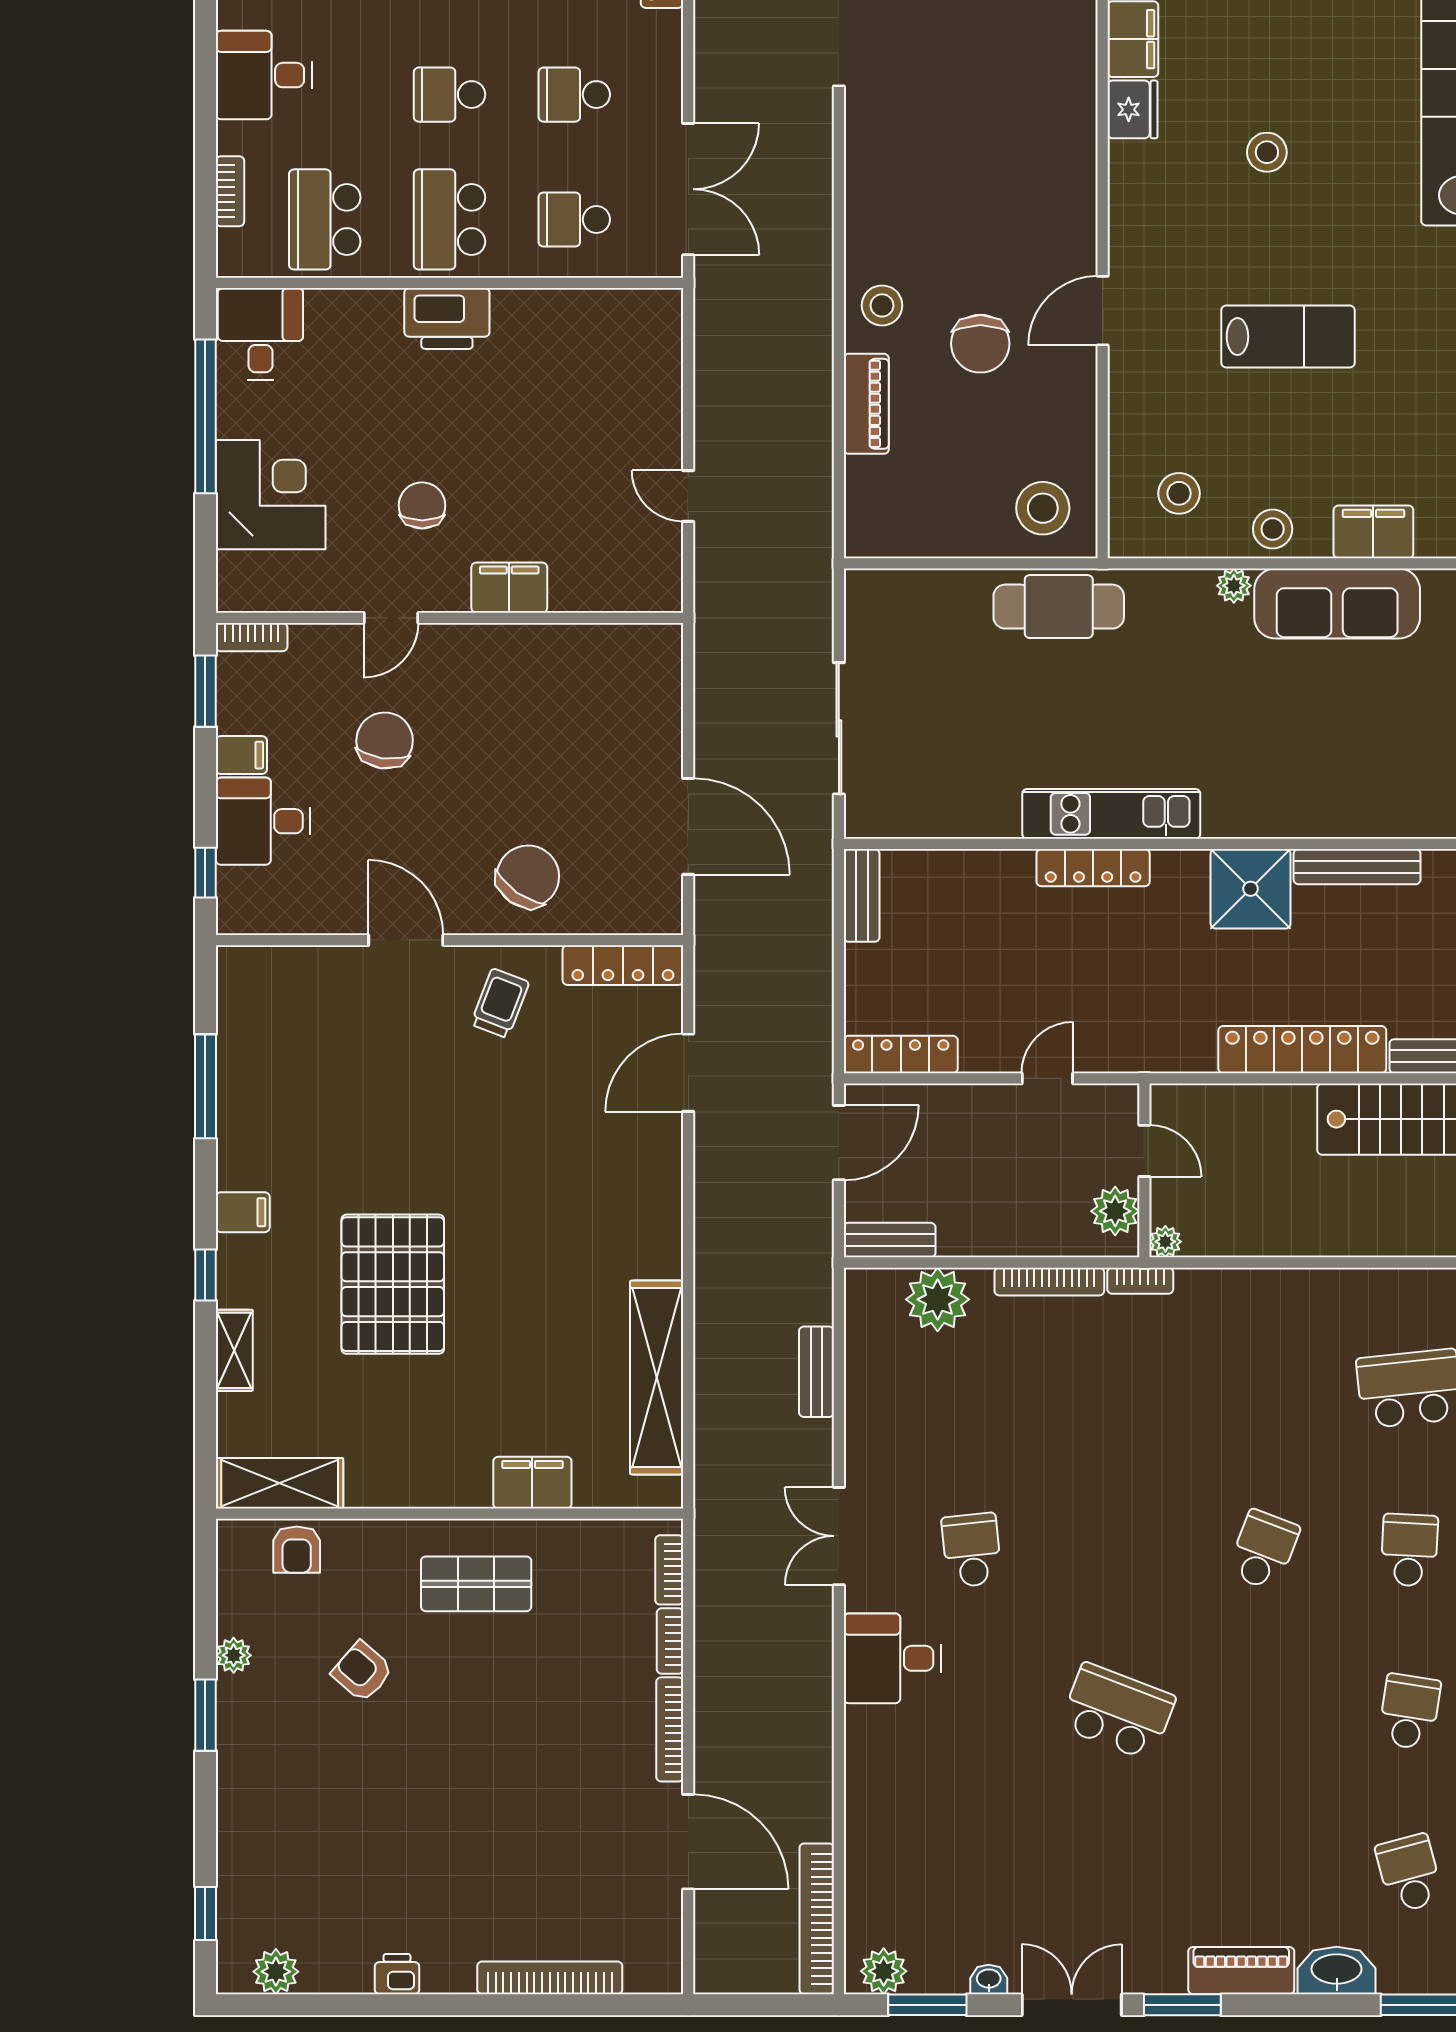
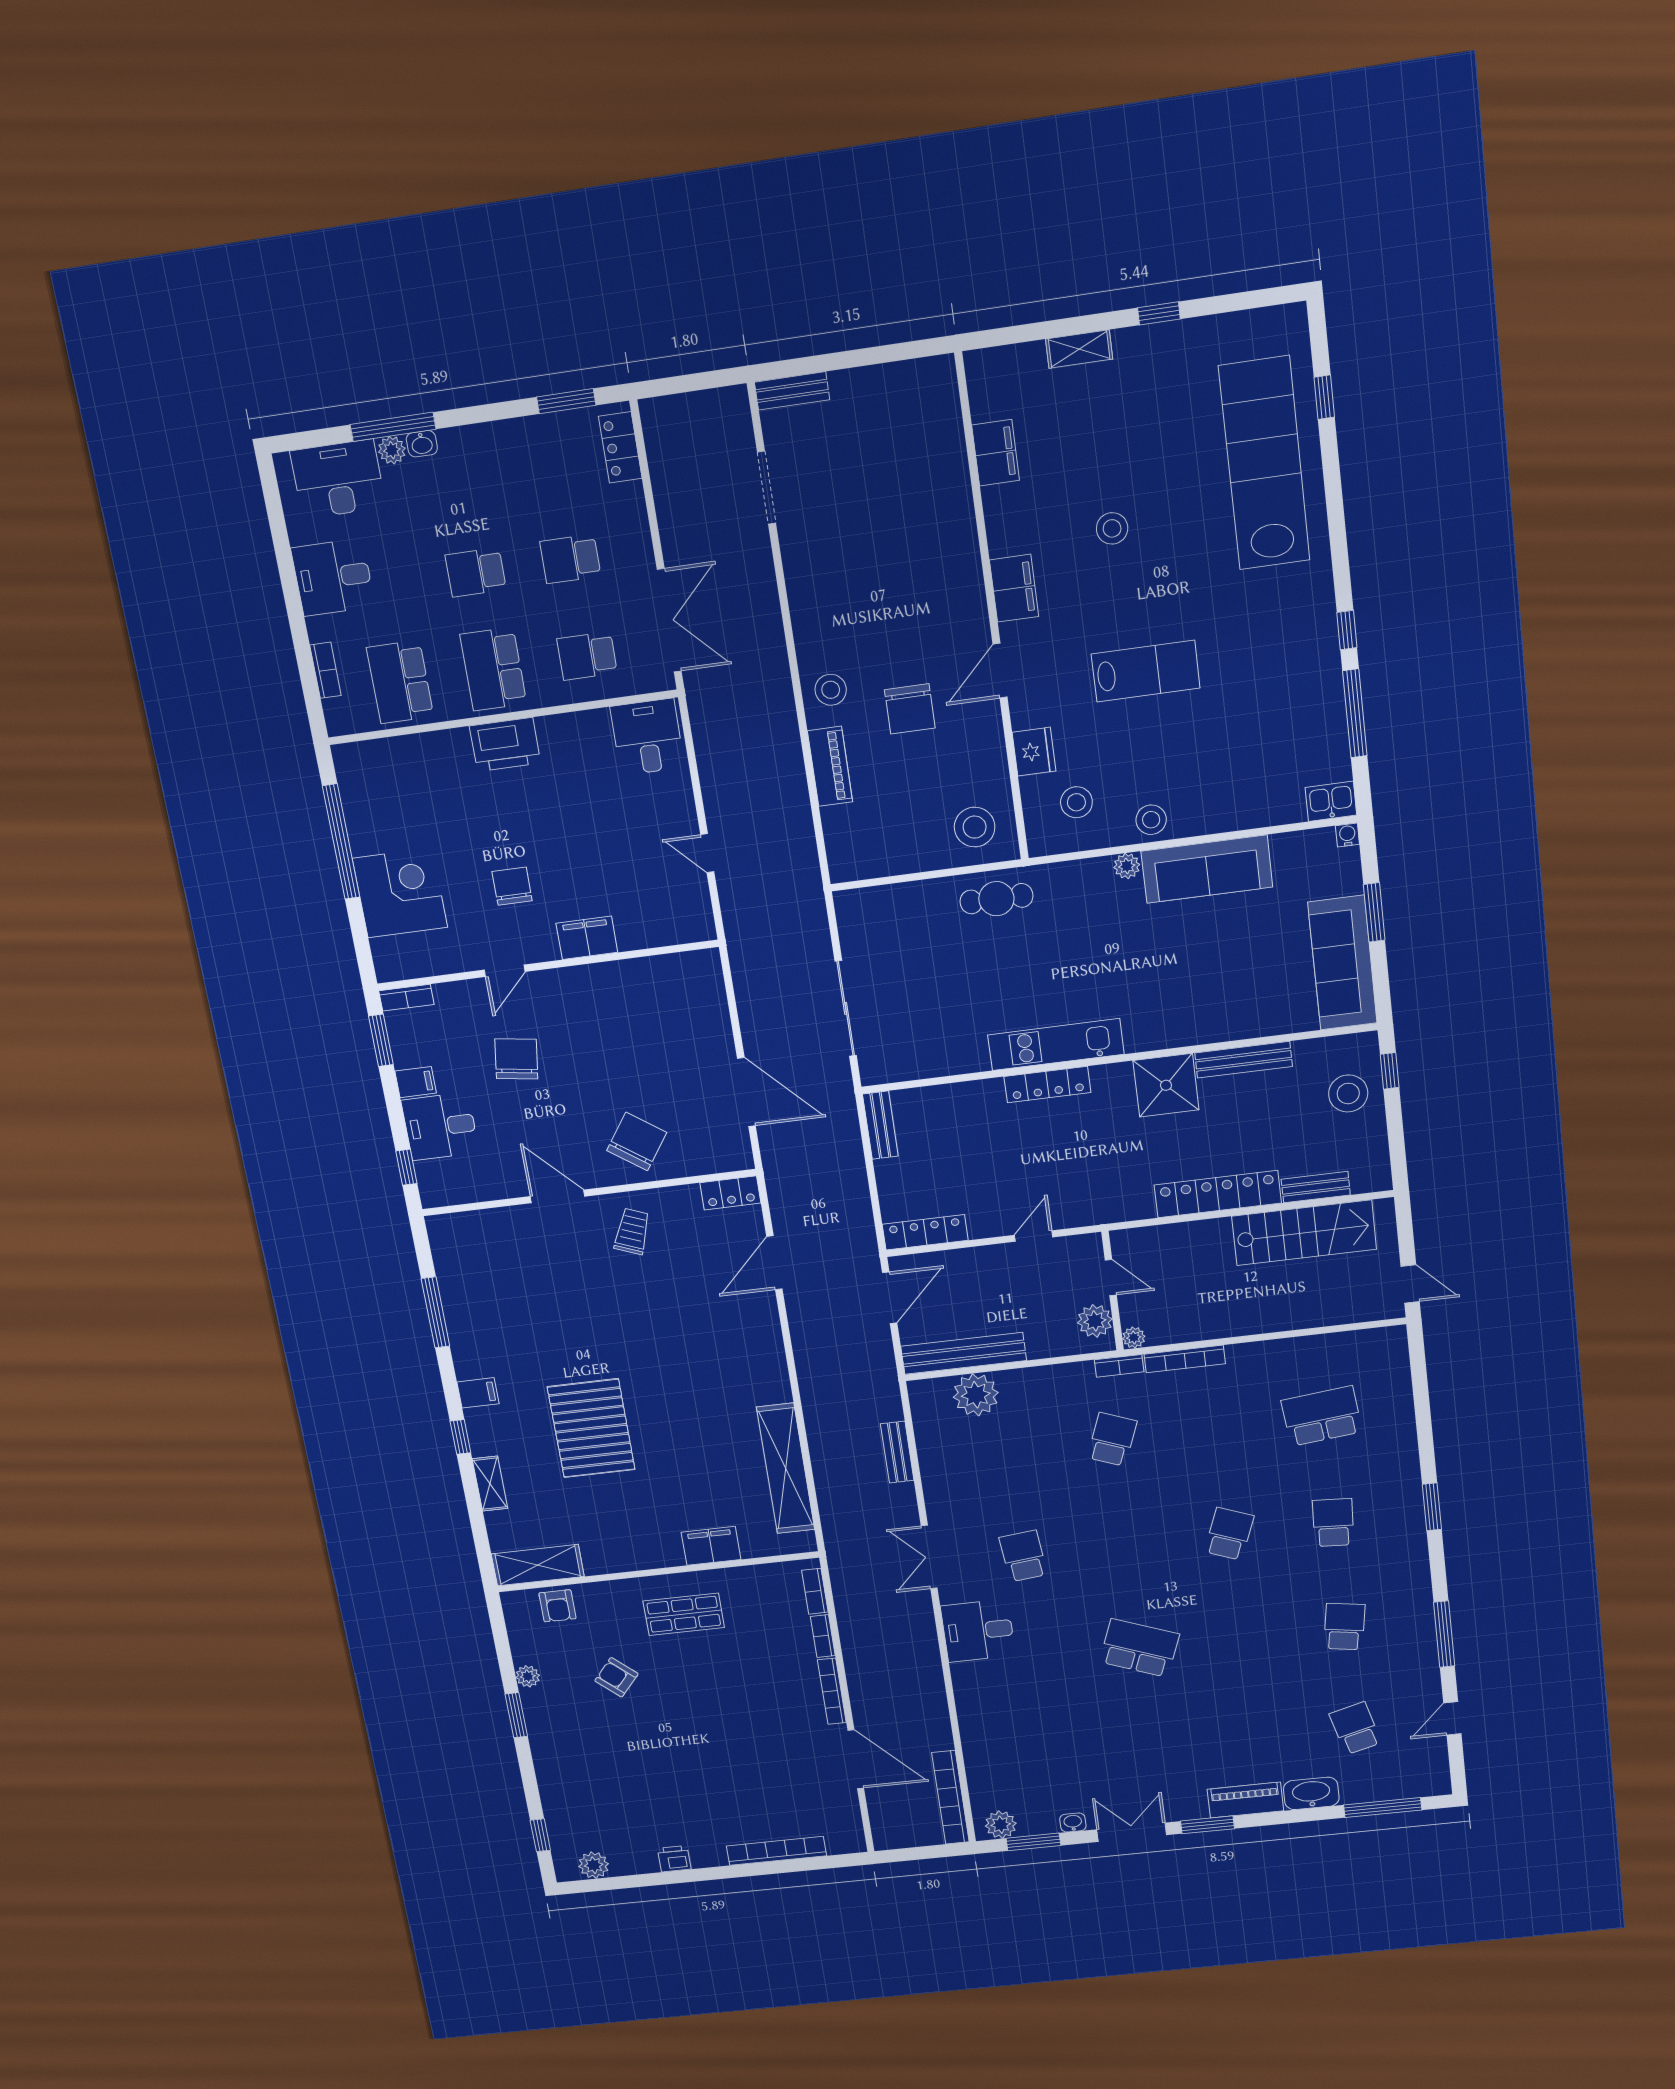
fridge: (1133, 109) -> (1034, 752), moved
desk: (260, 334) -> (647, 737), moved
filing cabinet: (1373, 532) -> (1014, 588), moved, turned 90
cafe table: (1059, 607) -> (996, 899), width x0.73, depth x0.74
locker: (623, 965) -> (730, 1193), width x0.66
bench: (890, 1240) -> (964, 1353), width x1.86, depth x1.21
bookcase: (1049, 1282) -> (1185, 1359), moved
school desk: (1118, 1389) -> (1112, 1439), added

